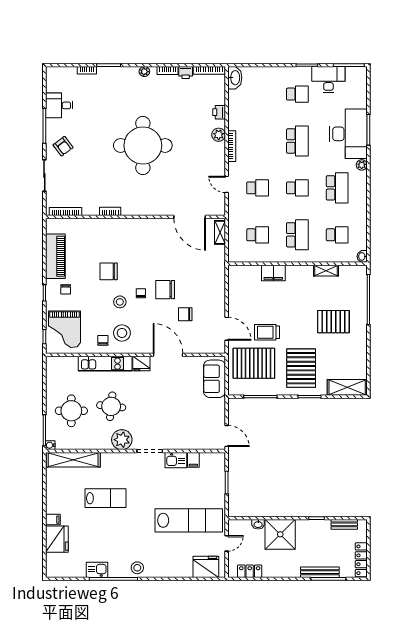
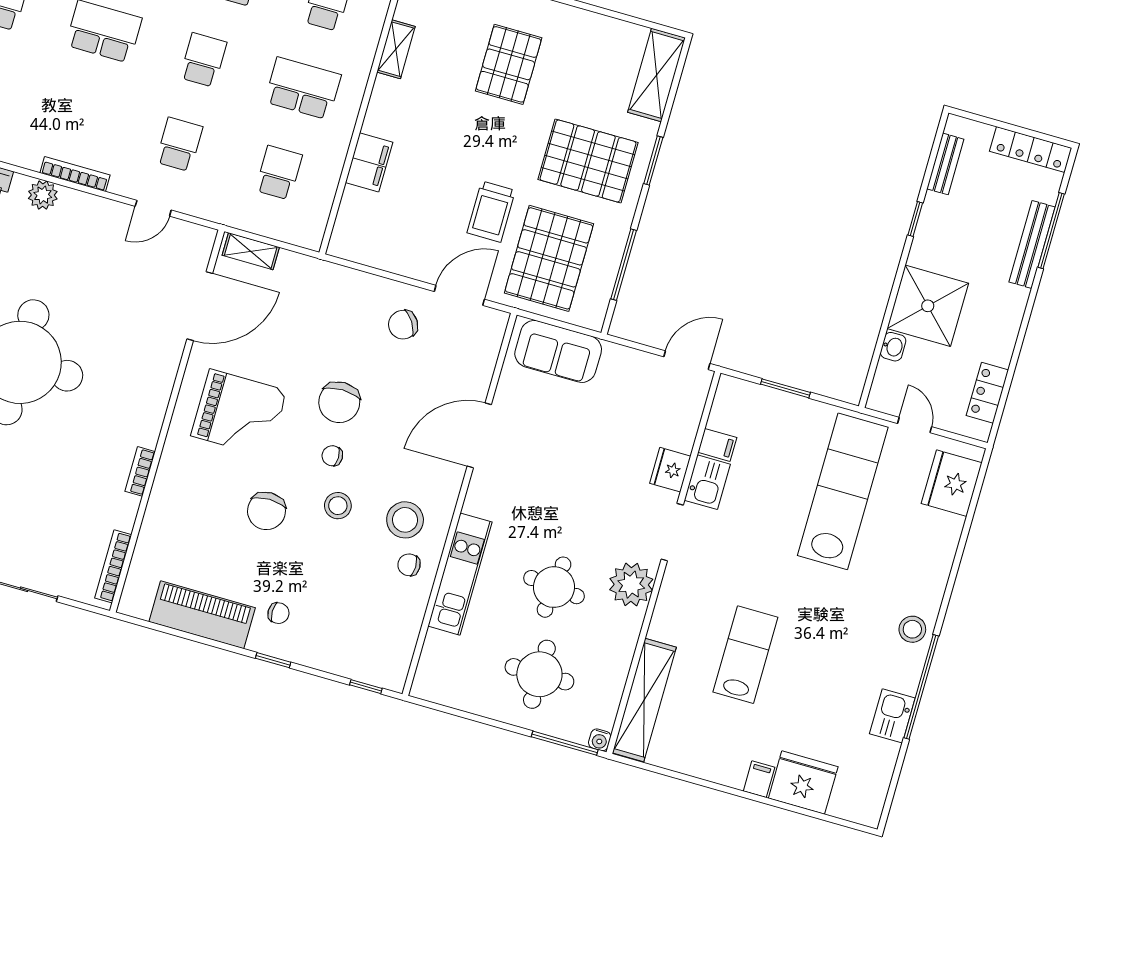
chair: (185, 314) -> (403, 325), moved, turned 57
grand piano: (64, 329) -> (239, 413), moved
fridge: (141, 363) -> (670, 470), moved, turned 180

